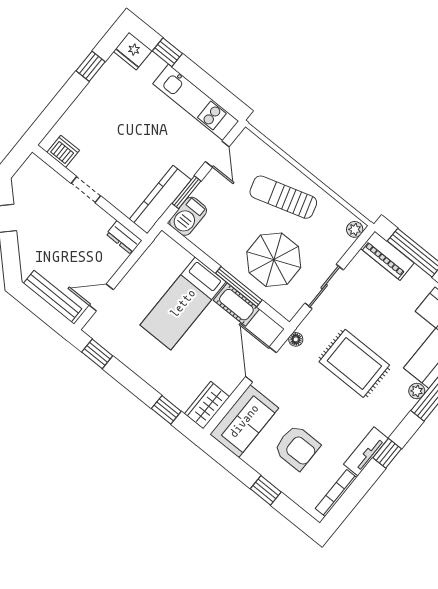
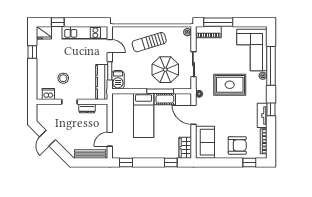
stool: (106, 145) -> (63, 78), added
dresser: (124, 237) -> (87, 108), moved
armchair: (297, 447) -> (237, 145), moved
window: (266, 490) -> (249, 163), moved

